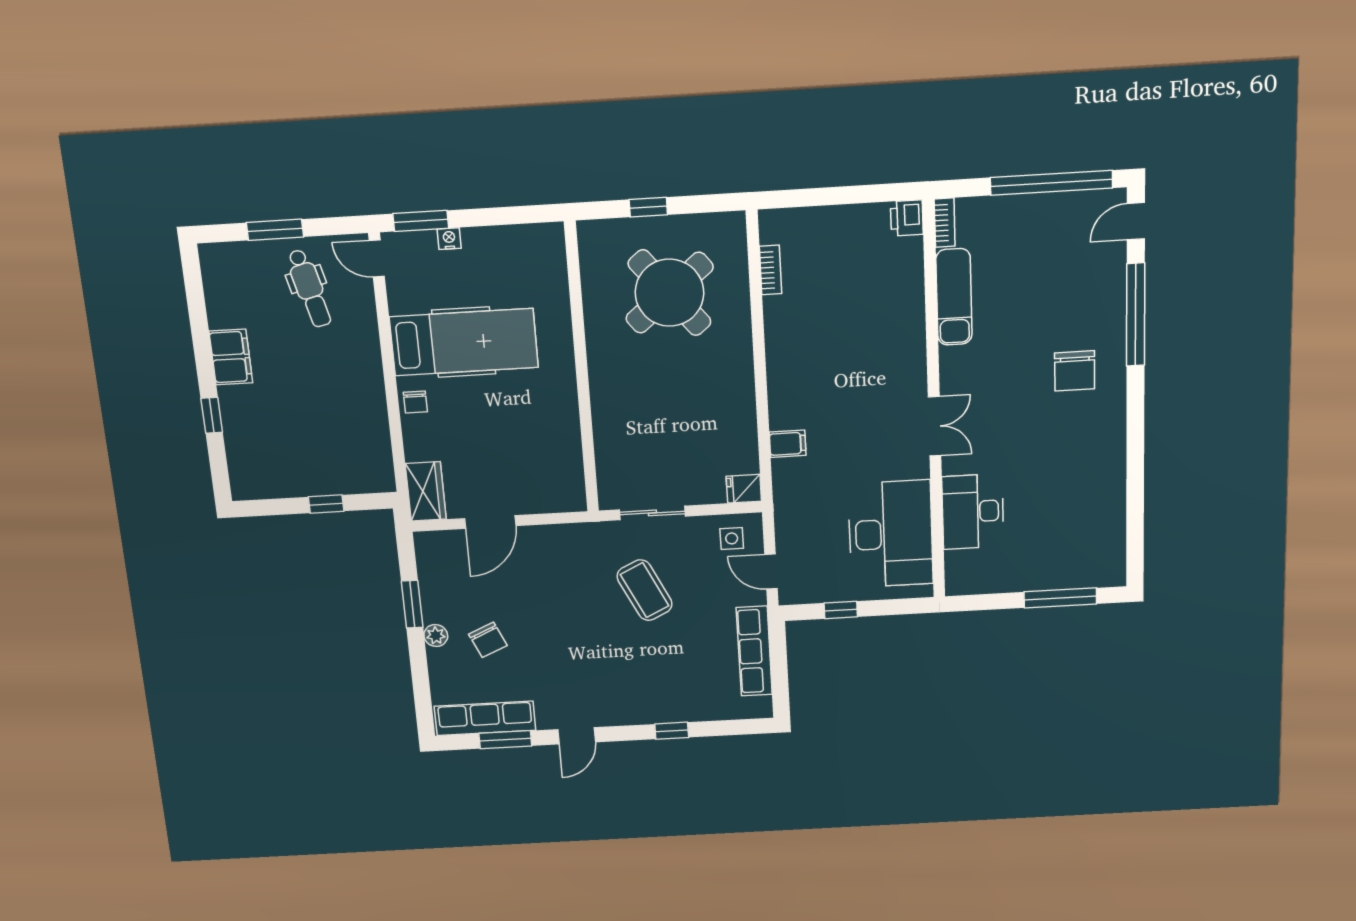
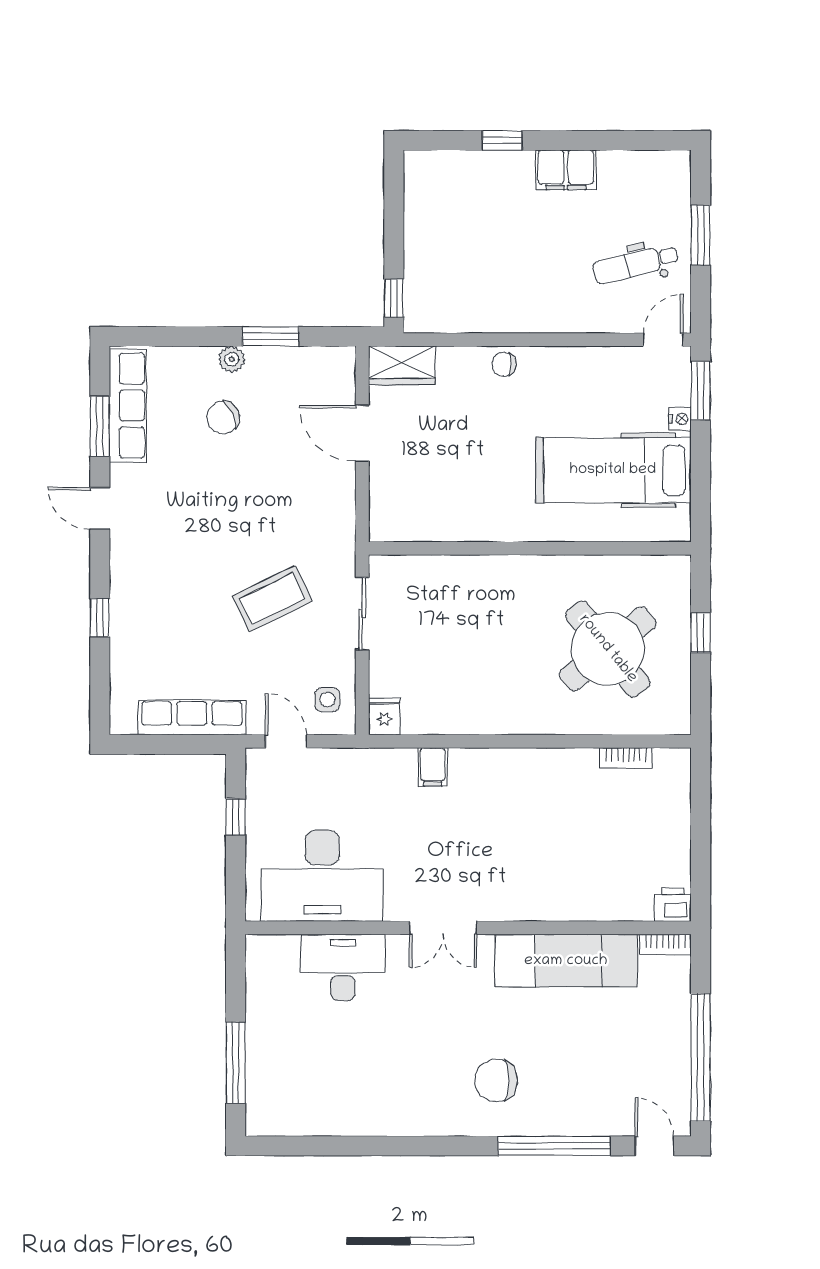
exam couch: (954, 297) -> (566, 961), width x1.36, depth x1.45
hospital bed: (464, 342) -> (613, 470), moved, turned 90
window: (326, 504) -> (394, 298), moved
door: (771, 572) -> (286, 741), hinge flipped

